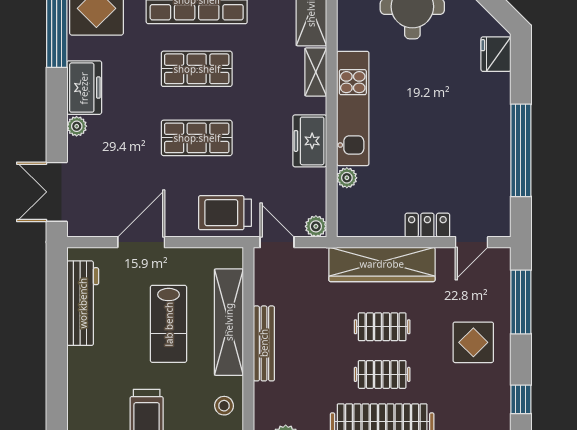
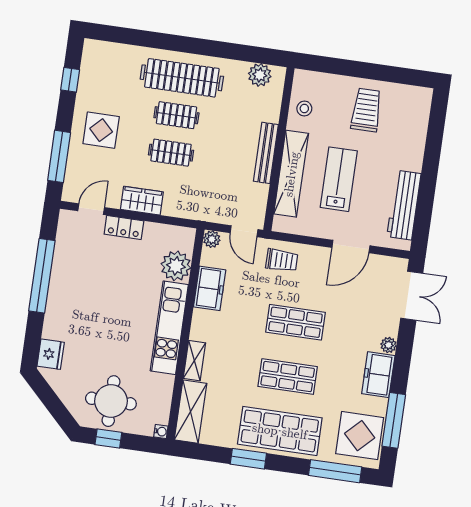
freezer: (310, 141) -> (210, 288), moved
plant: (347, 178) -> (176, 266), width x1.88, depth x1.88
trolley: (225, 213) -> (282, 260), width x0.73, depth x0.72
wardrobe: (382, 264) -> (142, 201), width x0.48, depth x0.85

